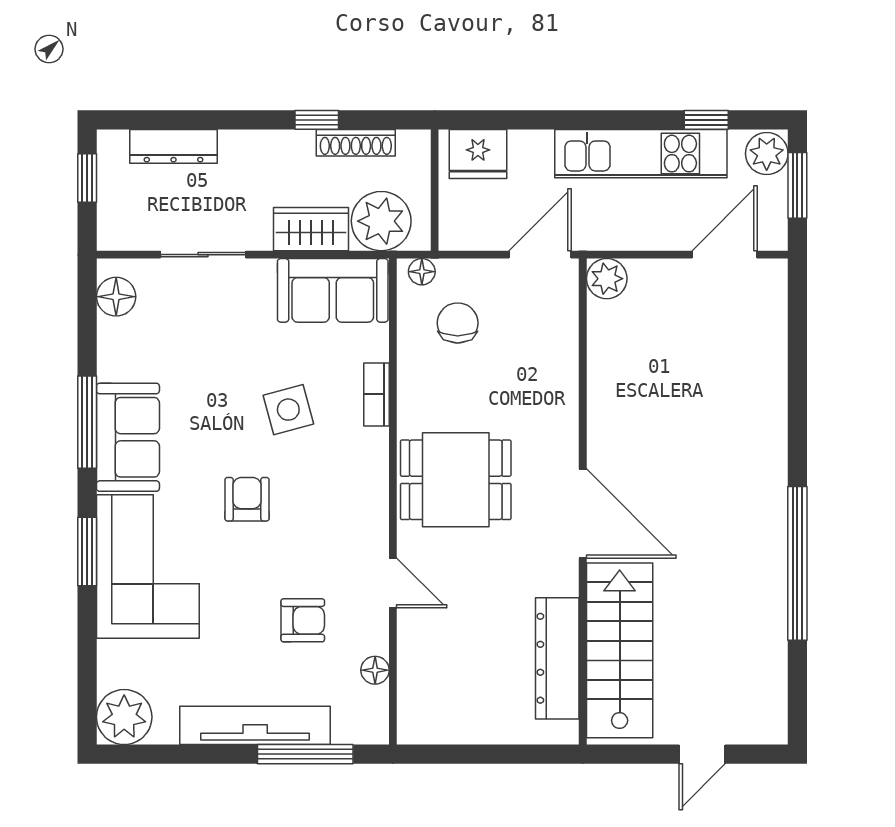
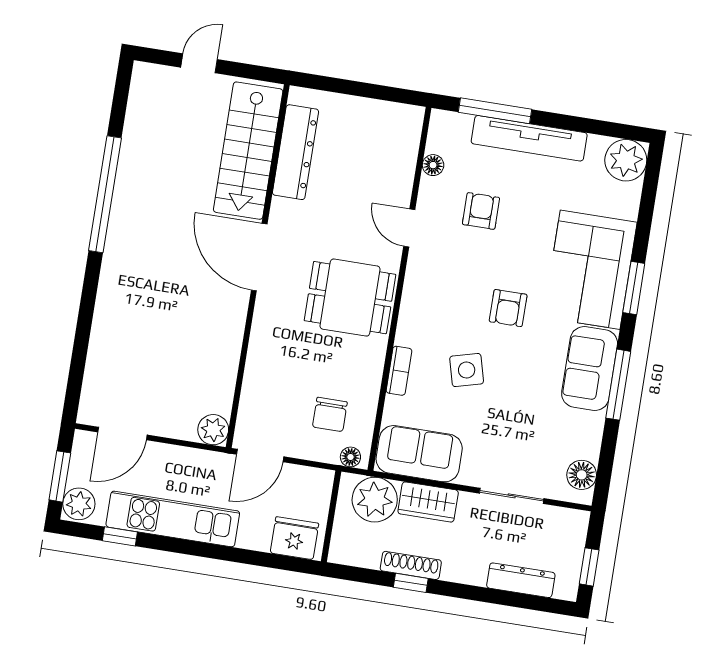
shoe rack: (356, 143) -> (411, 565), moved
armchair: (303, 620) -> (481, 211), turned 90

